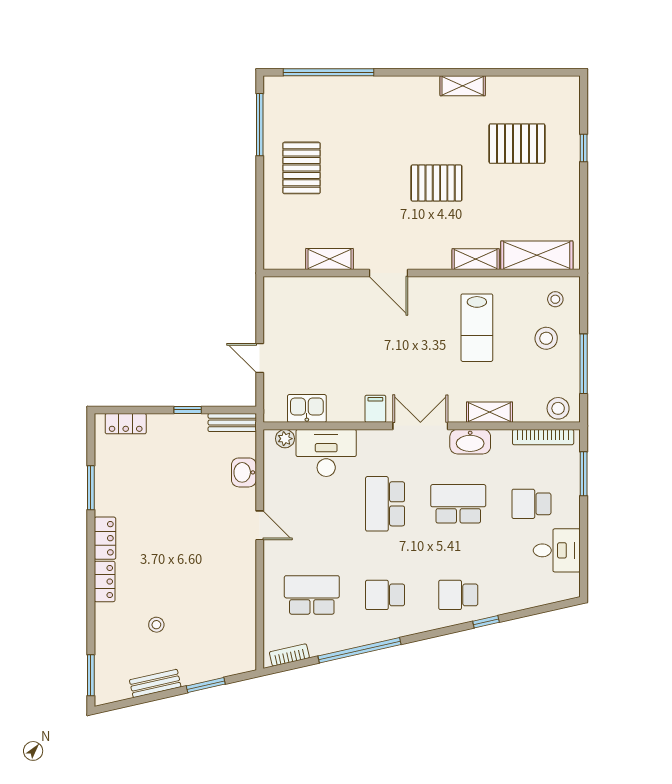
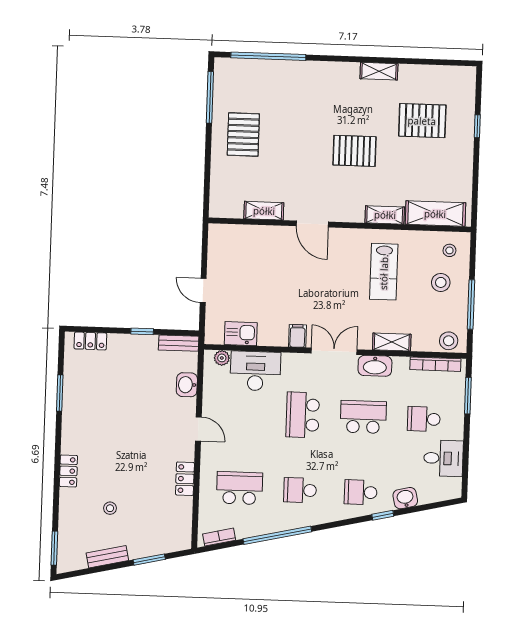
locker: (105, 538) -> (185, 479), moved, turned 180
washbasin: (512, 600) -> (405, 498), added

